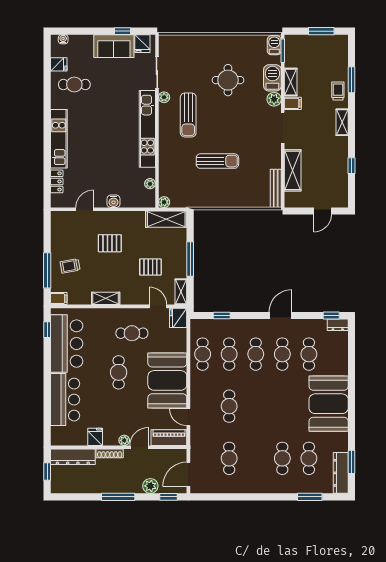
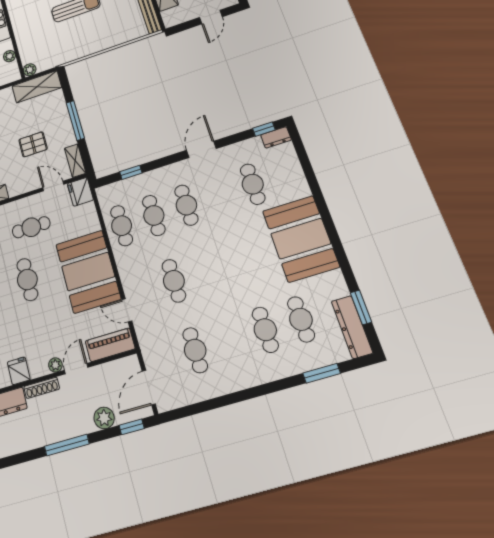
cafe table: (282, 354) -> (219, 195), removed

